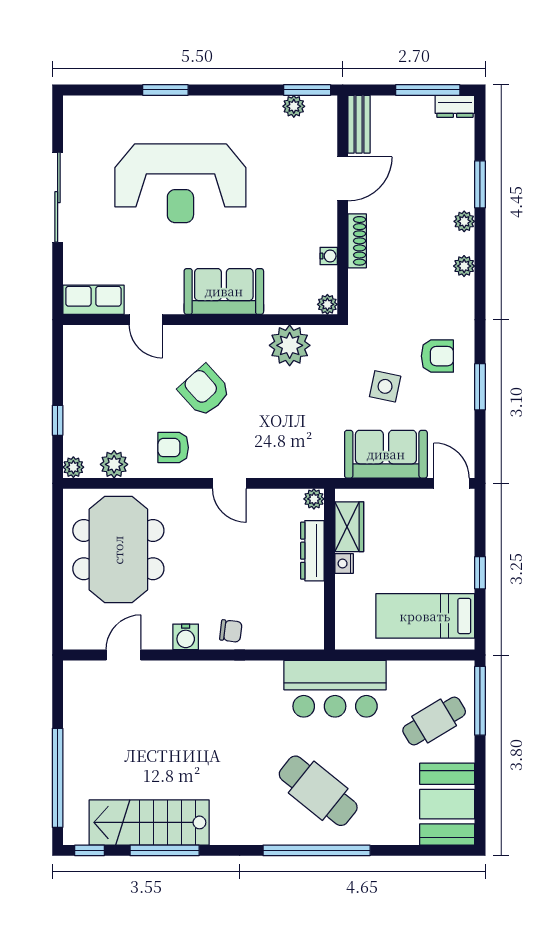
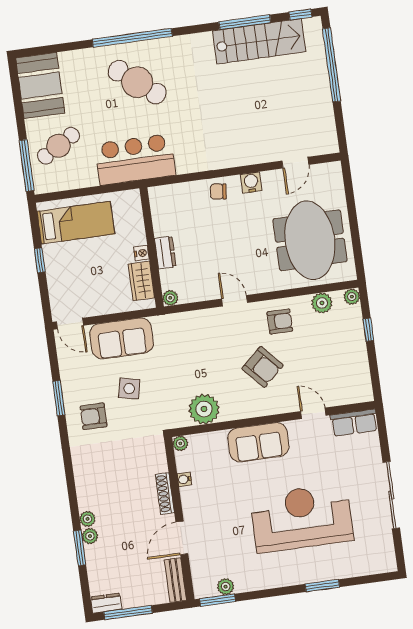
plant: (464, 266) -> (90, 536), moved
dresser: (312, 551) -> (165, 253), width x0.70

